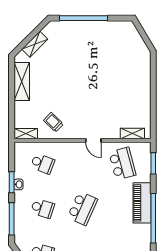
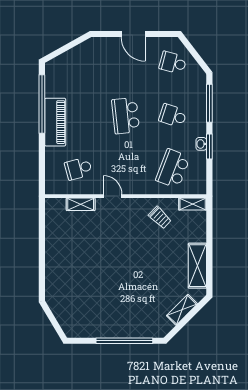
shelving: (132, 134) -> (81, 204), moved
window: (153, 163) -> (42, 169), removed
school desk: (43, 164) -> (173, 169), width x1.85
school desk: (122, 164) -> (78, 169), width x0.54
school desk: (82, 208) -> (126, 116), turned -30

